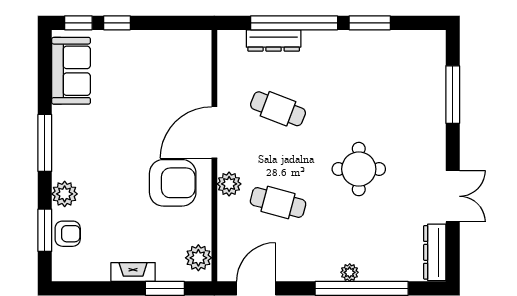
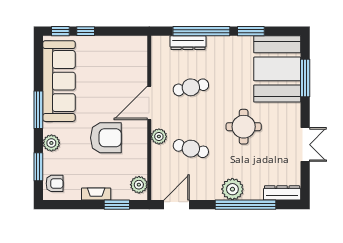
sofa: (71, 71) -> (59, 81), width x1.85, depth x1.27
booth: (410, 81) -> (277, 69), added
cafe table: (278, 109) -> (191, 87), turned -33
armchair: (173, 183) -> (106, 138), moved
armchair: (68, 234) -> (55, 183), moved
dresser: (435, 252) -> (282, 193), moved, turned 90
plant: (350, 272) -> (232, 189), width x1.88, depth x1.88

